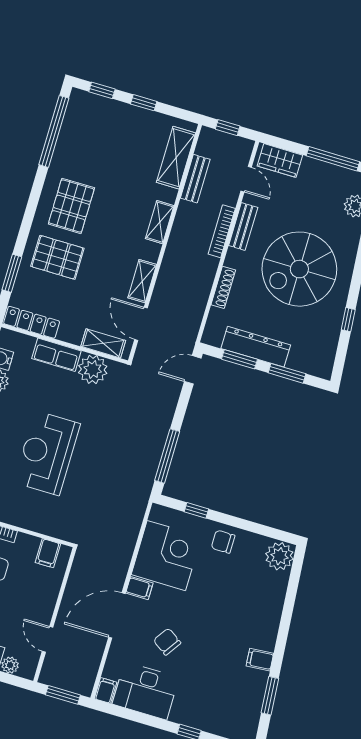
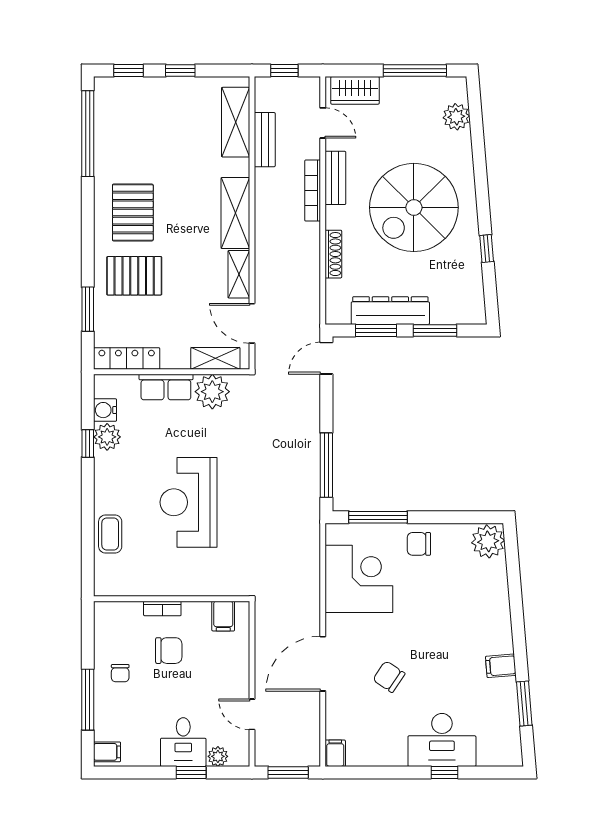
shelving: (160, 222) -> (235, 213), width x1.50, depth x1.33
window: (196, 510) -> (378, 517), width x2.17
filing cabinet: (139, 588) -> (339, 625), removed
desk: (146, 691) -> (442, 740), moved

